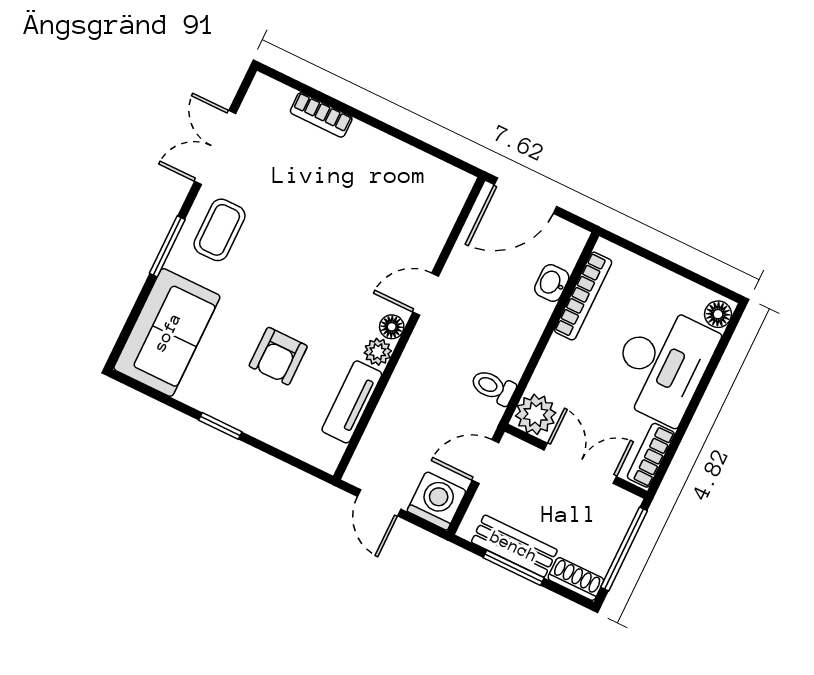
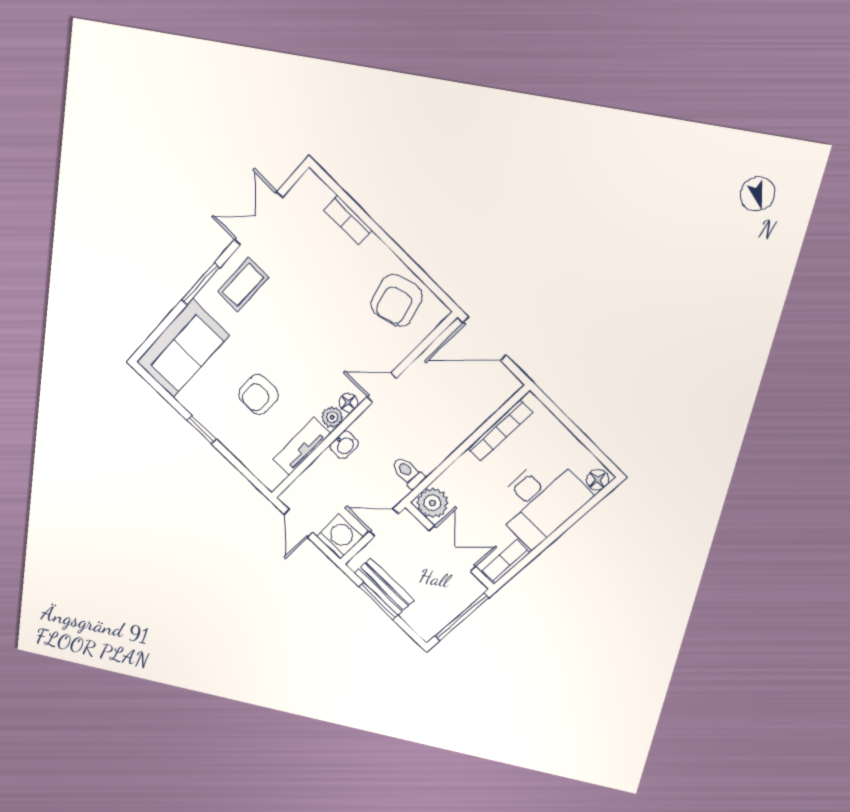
armchair: (408, 187) -> (397, 301), added
washbasin: (552, 283) -> (344, 445), moved, turned 180
shoe rack: (576, 579) -> (420, 624), removed

